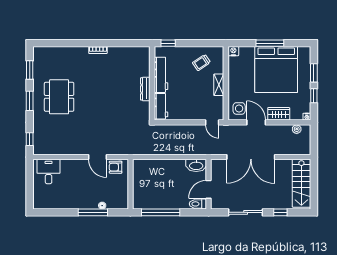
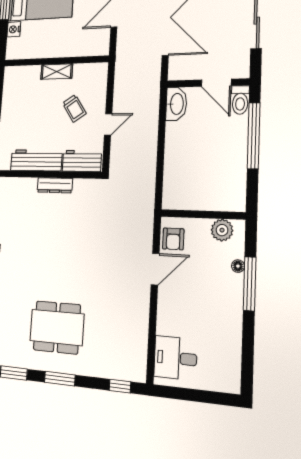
nightstand: (233, 51) -> (14, 29), moved
trolley: (201, 63) -> (74, 108), moved
side table: (239, 108) -> (93, 39), removed
door: (212, 122) -> (108, 124), moved
plant: (122, 196) -> (222, 230), added
window: (161, 212) -> (254, 136), moved

